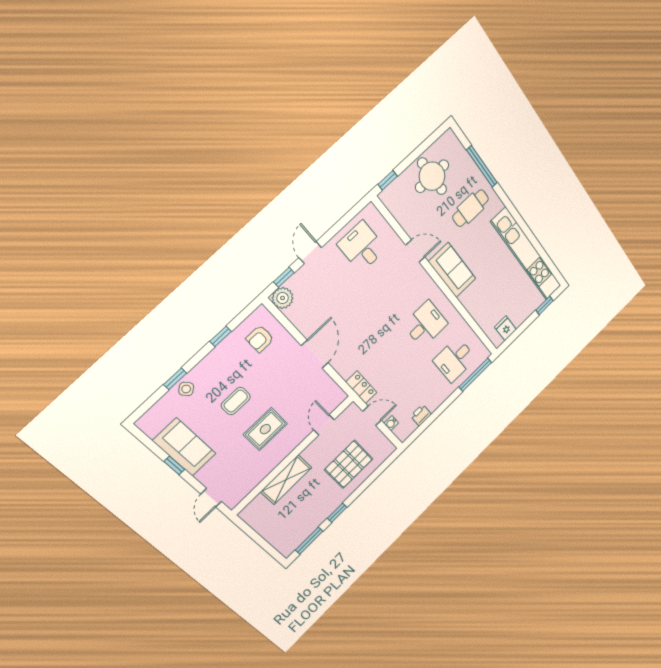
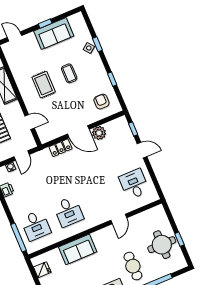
window: (388, 180) -> (179, 239), moved
desk: (362, 247) -> (134, 184), turned -90
sofa: (452, 270) -> (78, 249), moved
plant: (283, 298) -> (99, 133), moved
desk: (455, 360) -> (36, 225), turned 180
locker: (361, 387) -> (60, 148), moved

